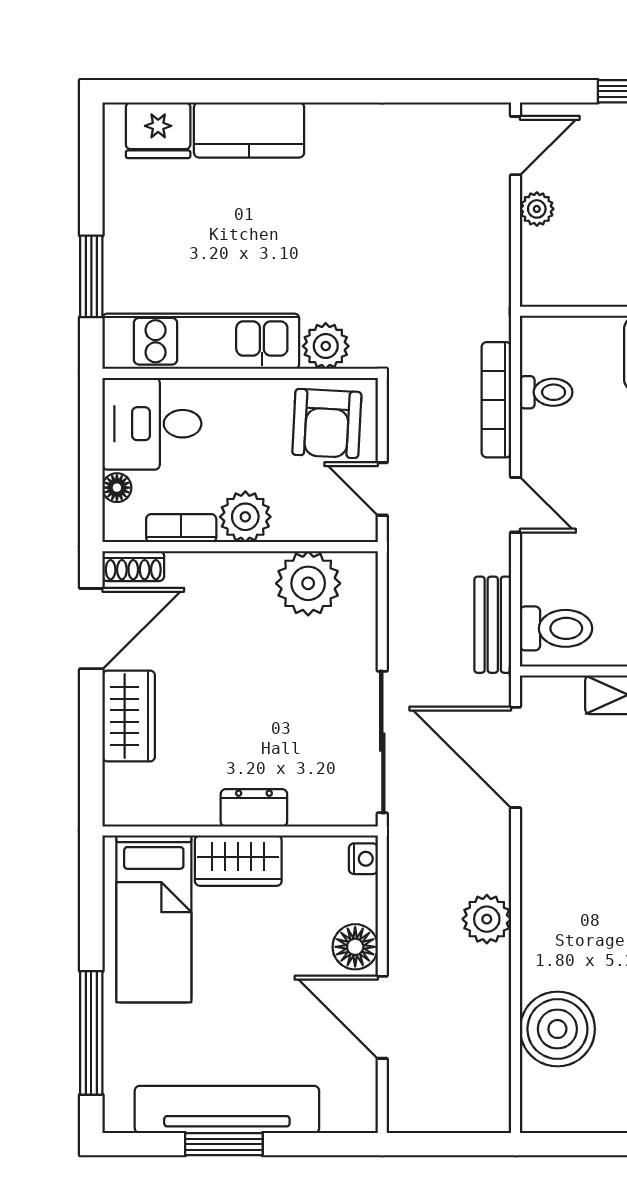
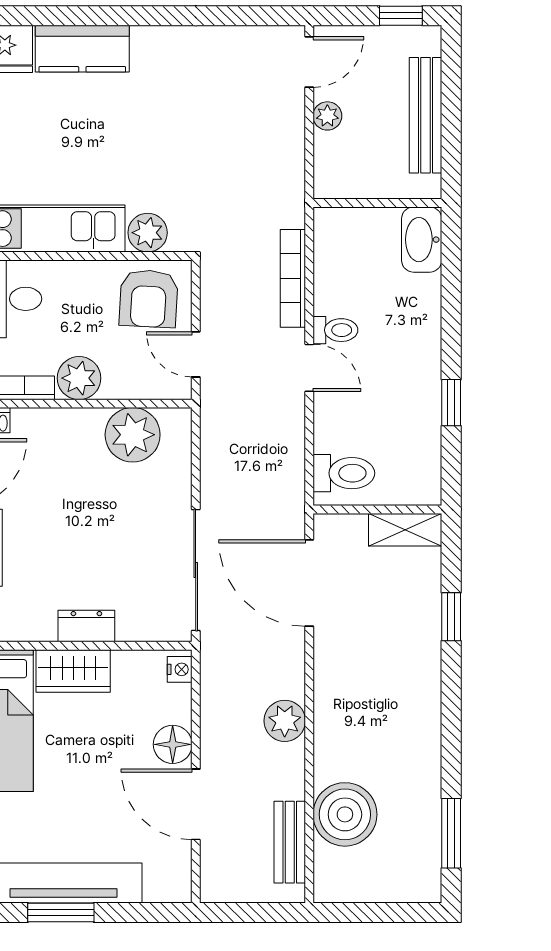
toilet: (546, 392) -> (335, 330), moved
bench: (493, 625) -> (290, 842), moved

